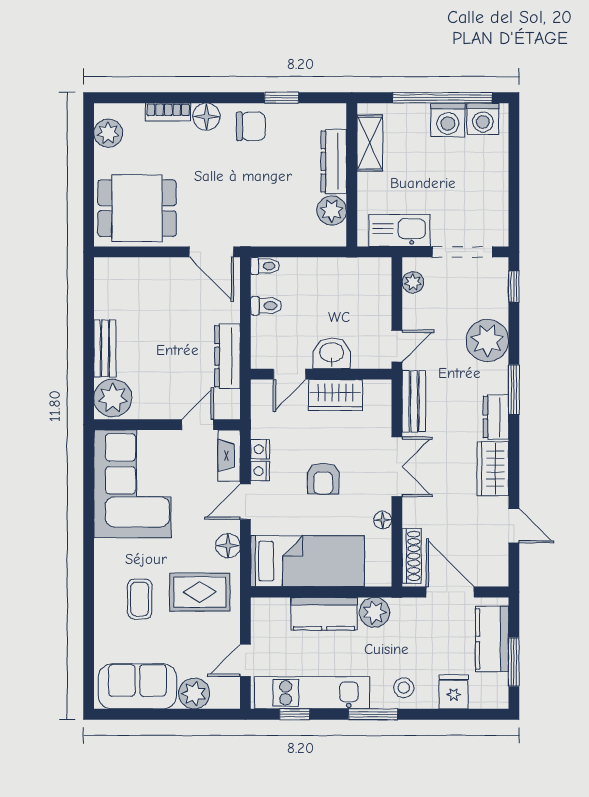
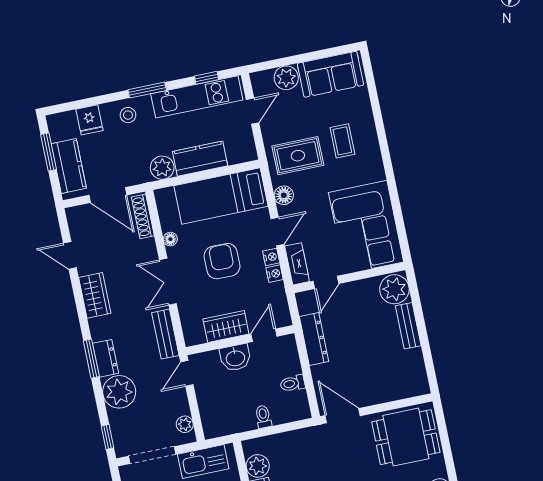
toilet: (265, 266) -> (263, 417), moved, turned 90
dresser: (496, 417) -> (106, 358), moved
armchair: (323, 479) -> (222, 261), width x1.38, depth x1.38

